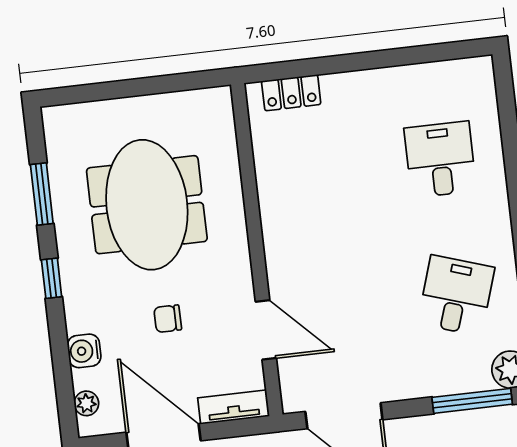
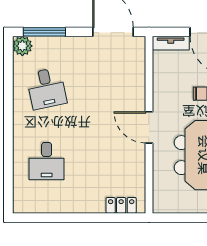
desk: (456, 295) -> (47, 88), turned -30
door: (266, 330) -> (149, 127), moved

